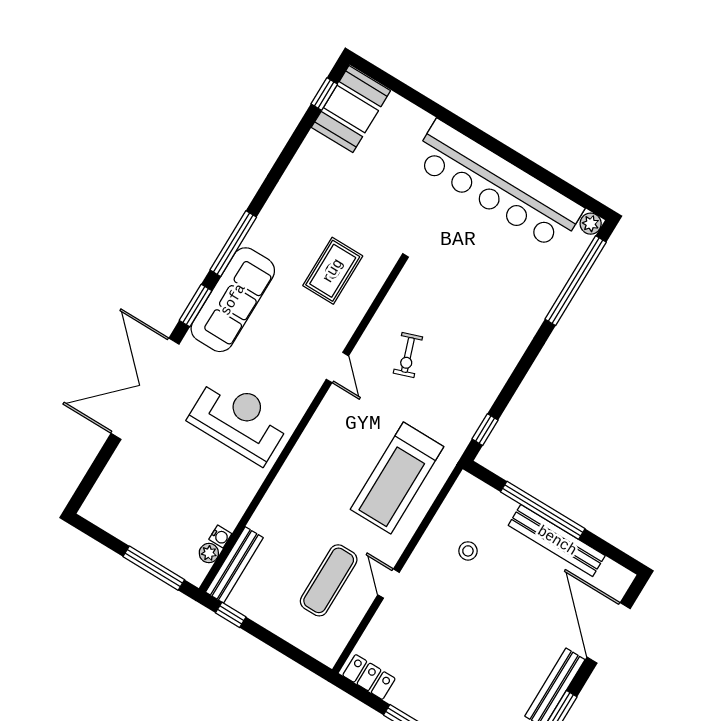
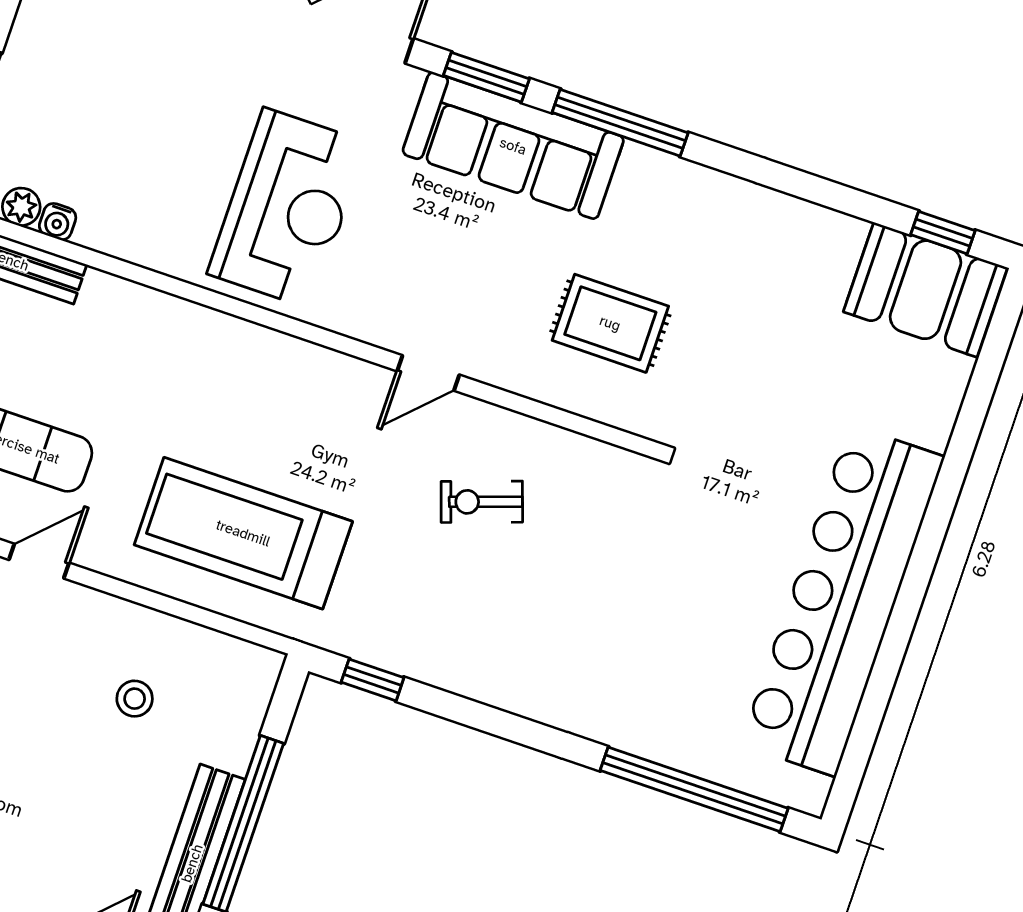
plant: (591, 224) -> (809, 794), removed

